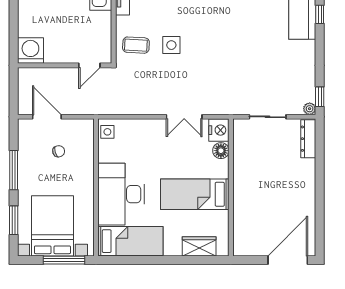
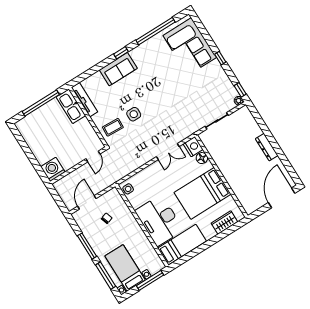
window: (320, 14) -> (220, 58), moved
door: (47, 117) -> (87, 202), hinge flipped
dresser: (308, 139) -> (267, 147), moved
bed: (195, 194) -> (203, 193), width x1.50
window: (14, 220) -> (106, 276), width x1.44
bed with nightstands: (52, 226) -> (125, 268), width x0.73

